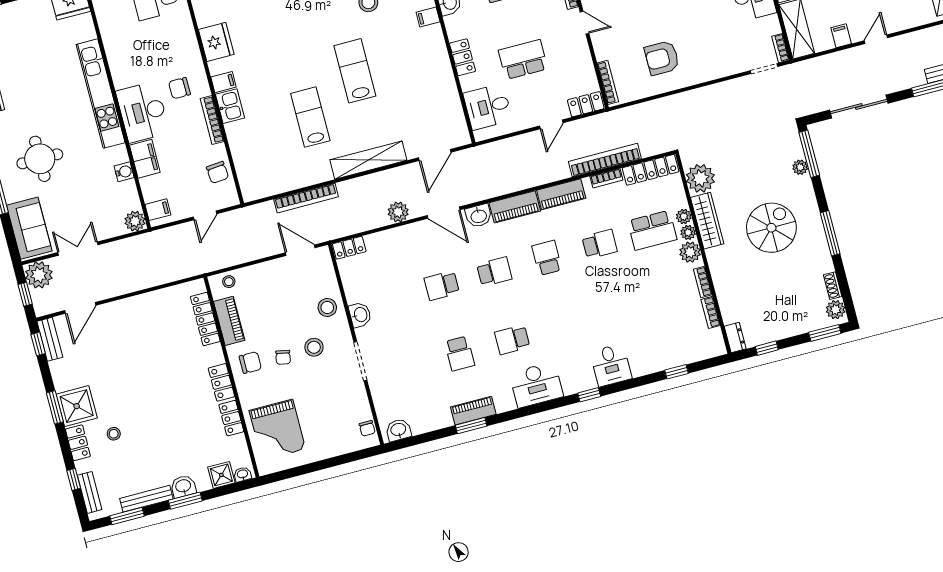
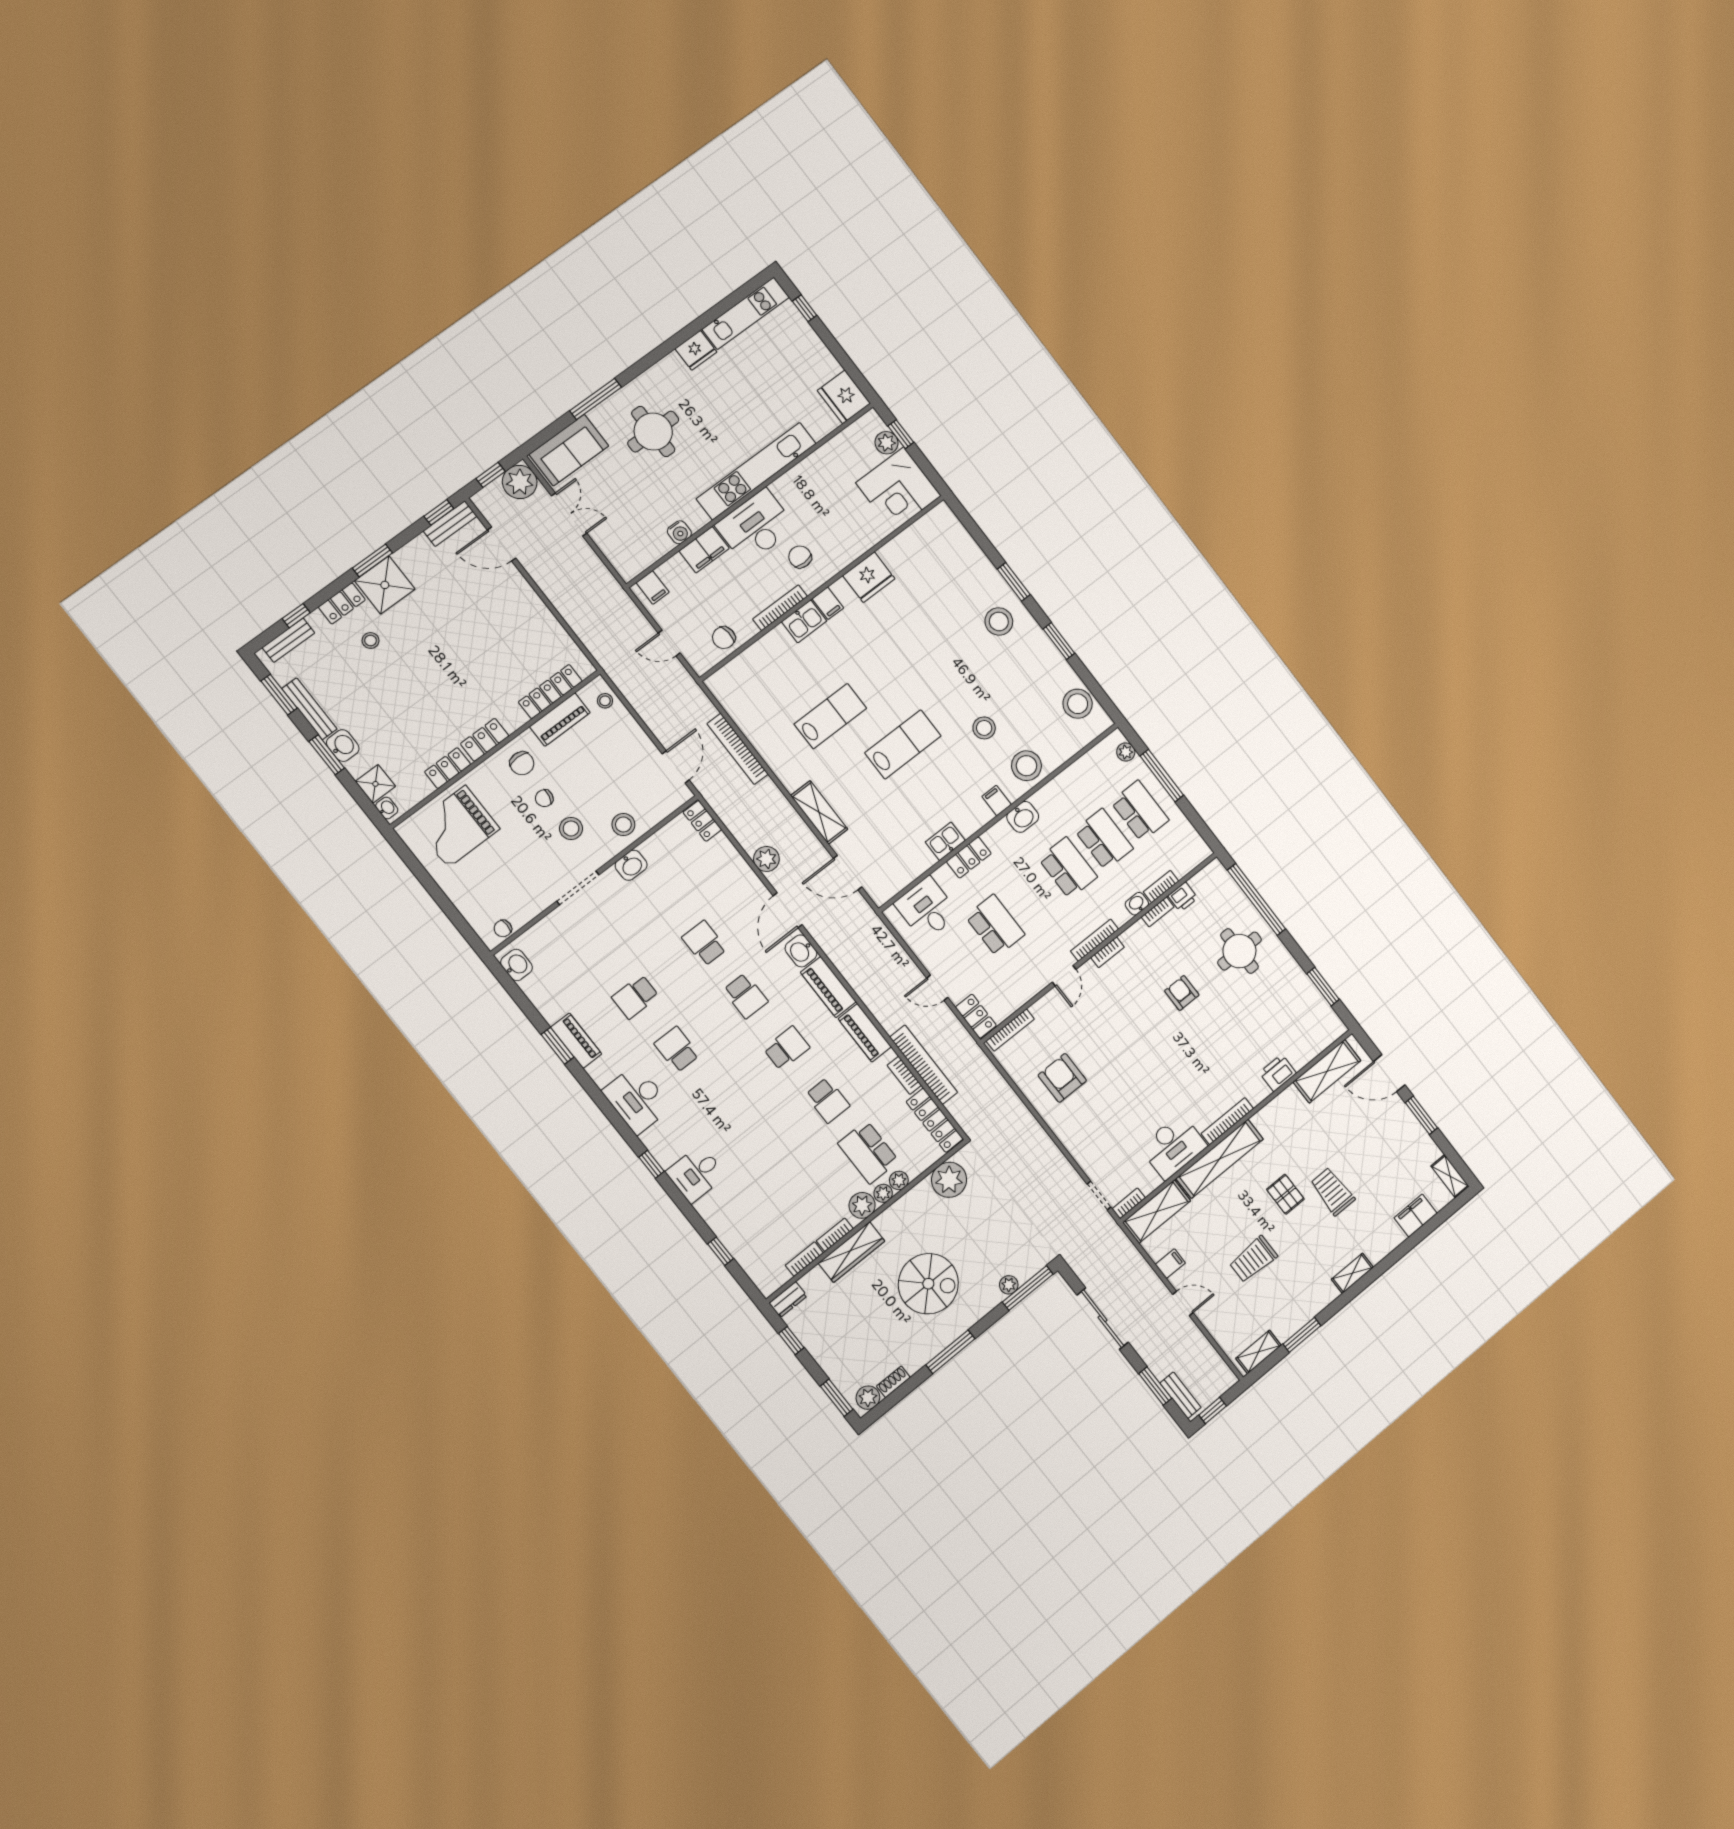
kitchen sink: (442, 70) -> (945, 841), added
shelving: (368, 160) -> (819, 812), width x0.68
plant: (135, 221) -> (628, 567), removed
wardrobe: (707, 221) -> (852, 1252), moved

